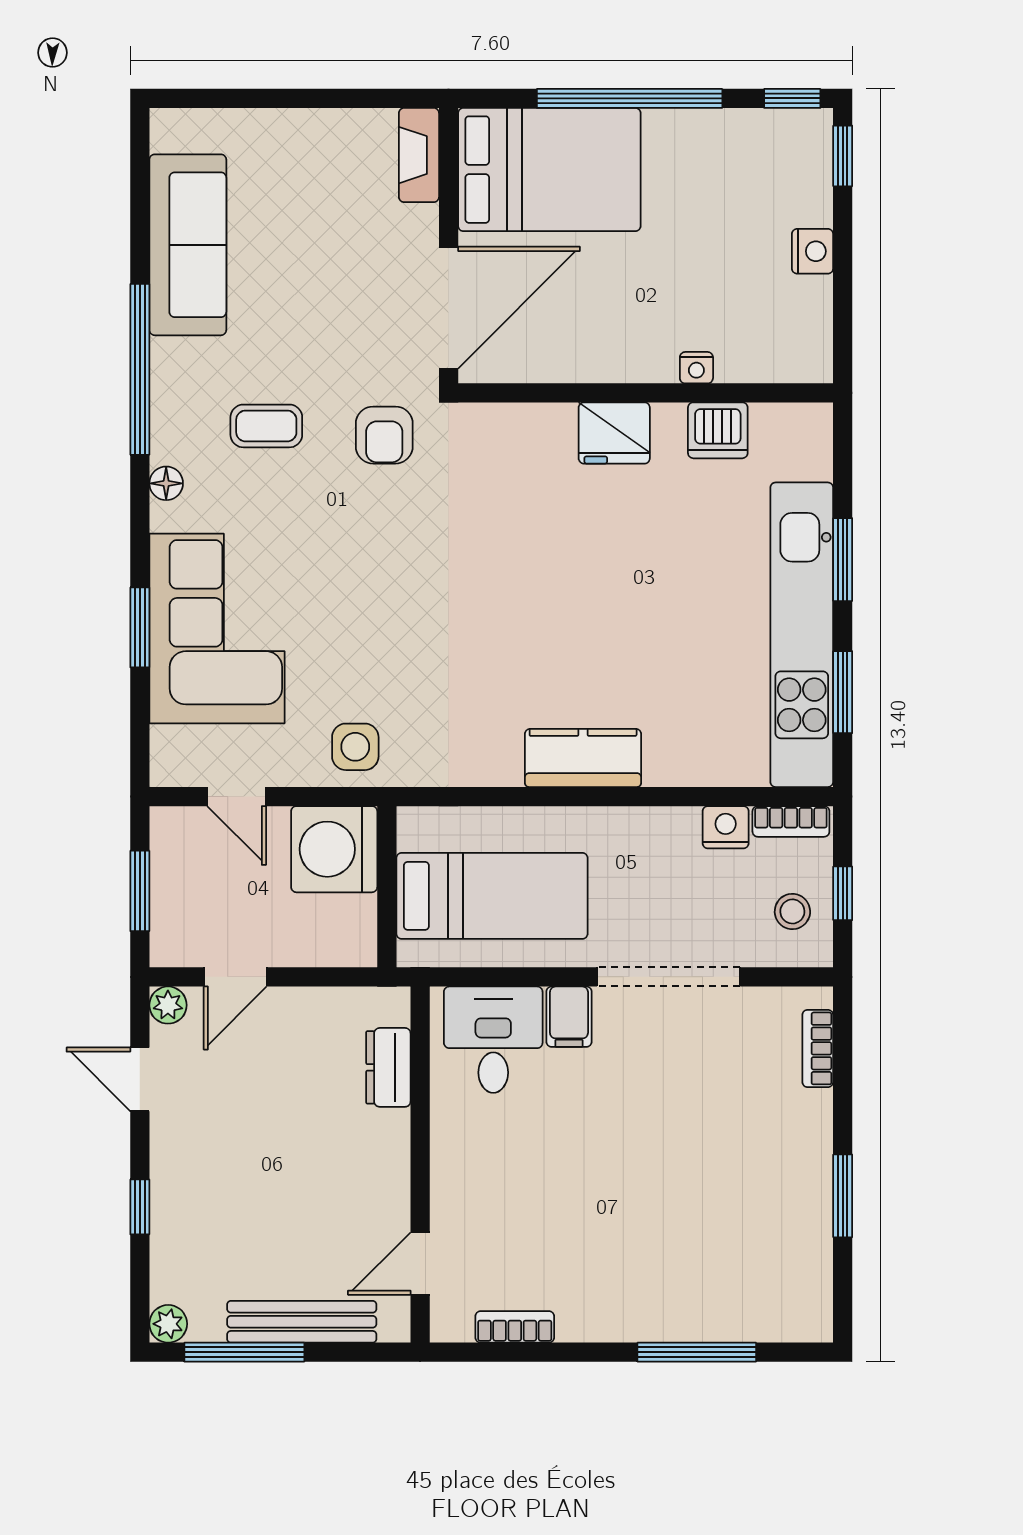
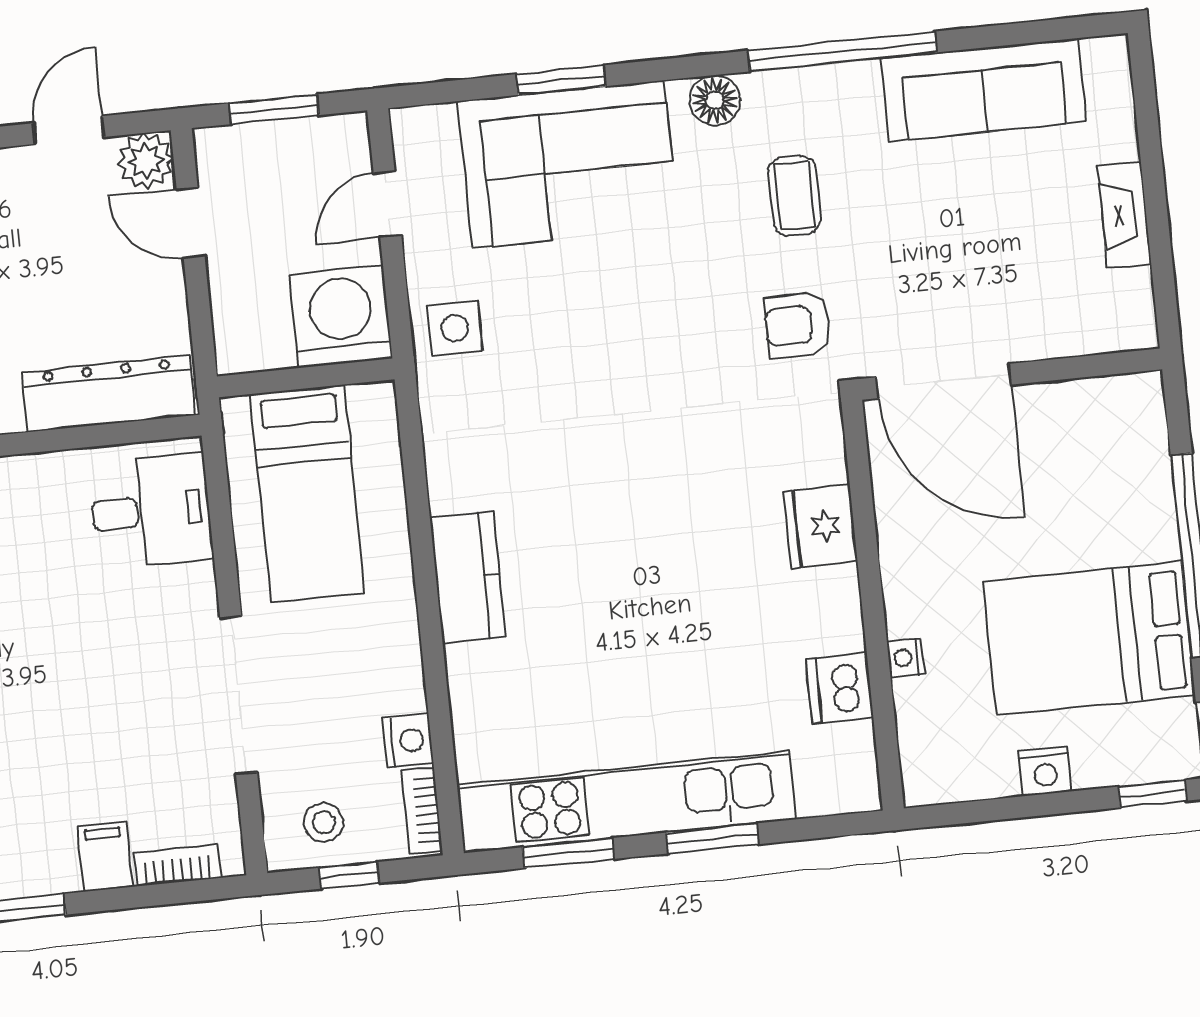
fireplace: (419, 155) -> (1124, 215), moved, turned -90
bed: (549, 170) -> (1089, 638), moved, turned 90
fridge: (614, 433) -> (820, 526), moved
floor lamp: (166, 483) -> (715, 100), width x1.37, depth x1.37
plant: (168, 1005) -> (146, 161), width x1.38, depth x1.38
filing cabinet: (569, 1017) -> (105, 856), moved, turned 90
dresser: (388, 1067) -> (108, 394), width x1.96, depth x1.24

